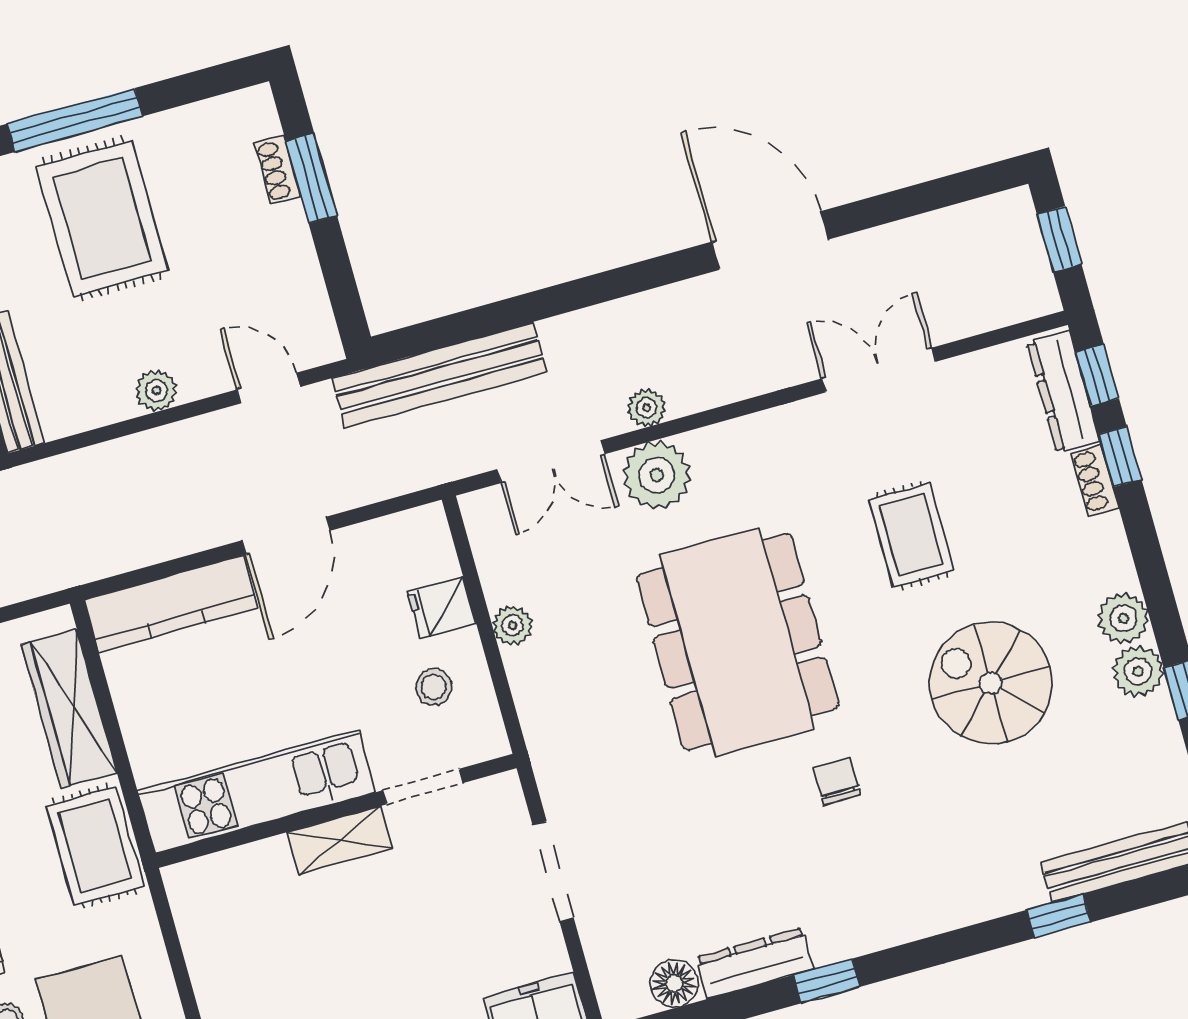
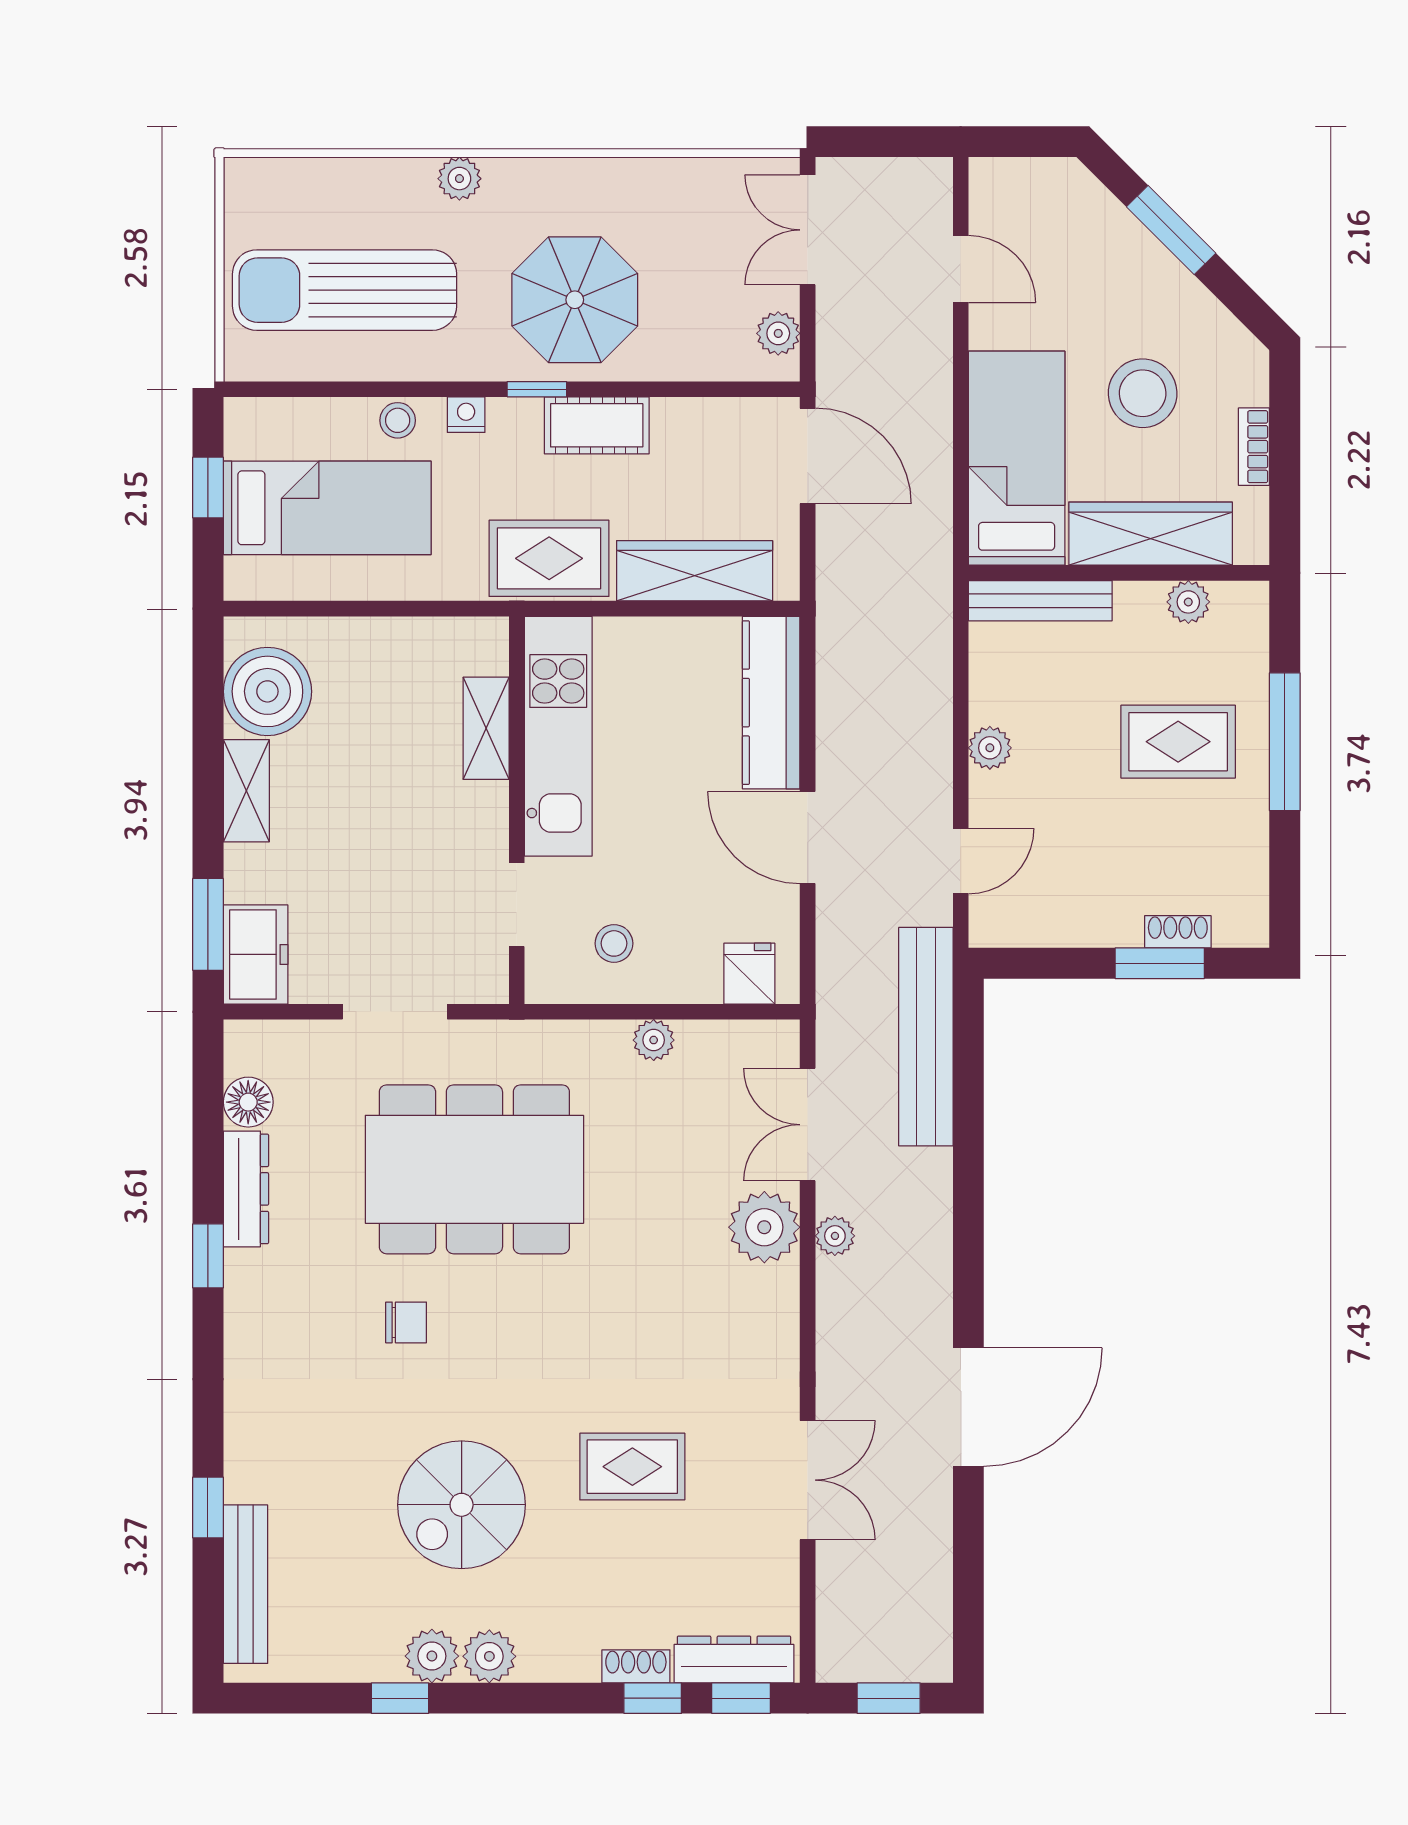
rug: (102, 218) -> (1178, 742), width x0.73, depth x0.70
fridge: (442, 608) -> (749, 974), moved
dining table: (737, 642) -> (474, 1169), moved
spiral stairs: (991, 683) -> (462, 1505), turned 180
shelving: (340, 840) -> (486, 728), moved

